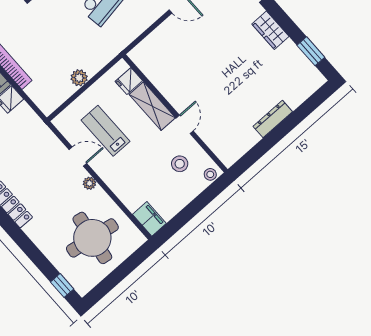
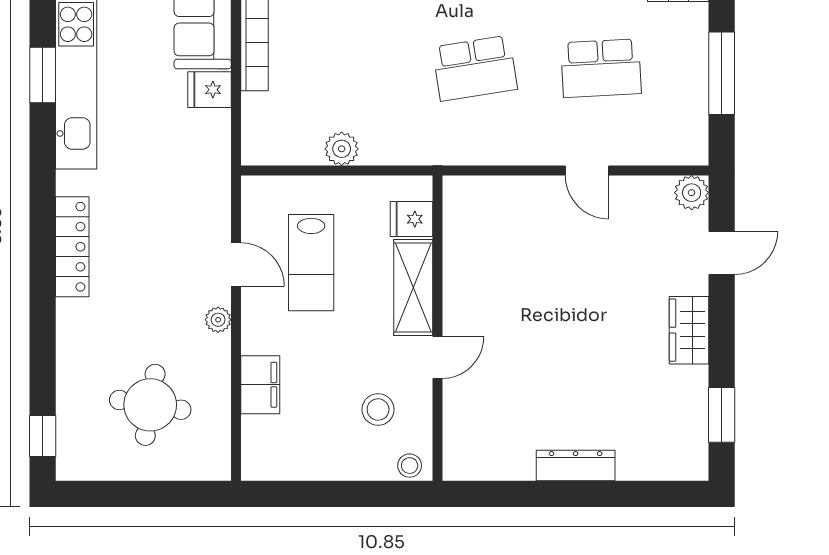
lab bench: (106, 131) -> (311, 263), turned 180
filing cabinet: (149, 219) -> (260, 385), moved
round table: (92, 238) -> (150, 405), width x0.73, depth x0.73

